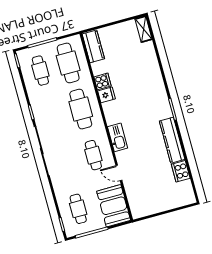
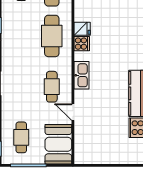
cooker: (103, 81) -> (82, 44), moved

